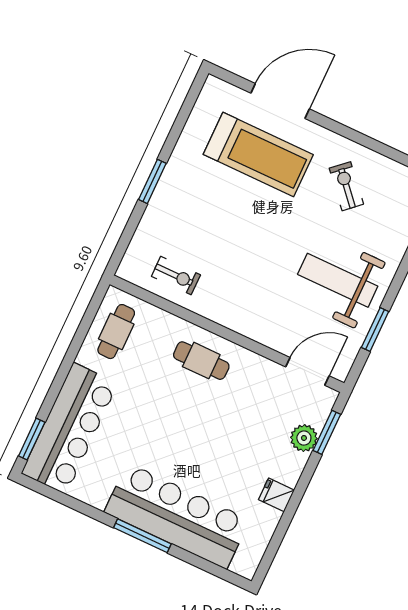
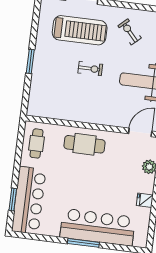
exercise bike: (176, 276) -> (90, 69), moved
cafe table: (201, 361) -> (84, 144), width x1.37, depth x1.35
window: (32, 439) -> (13, 200), moved

